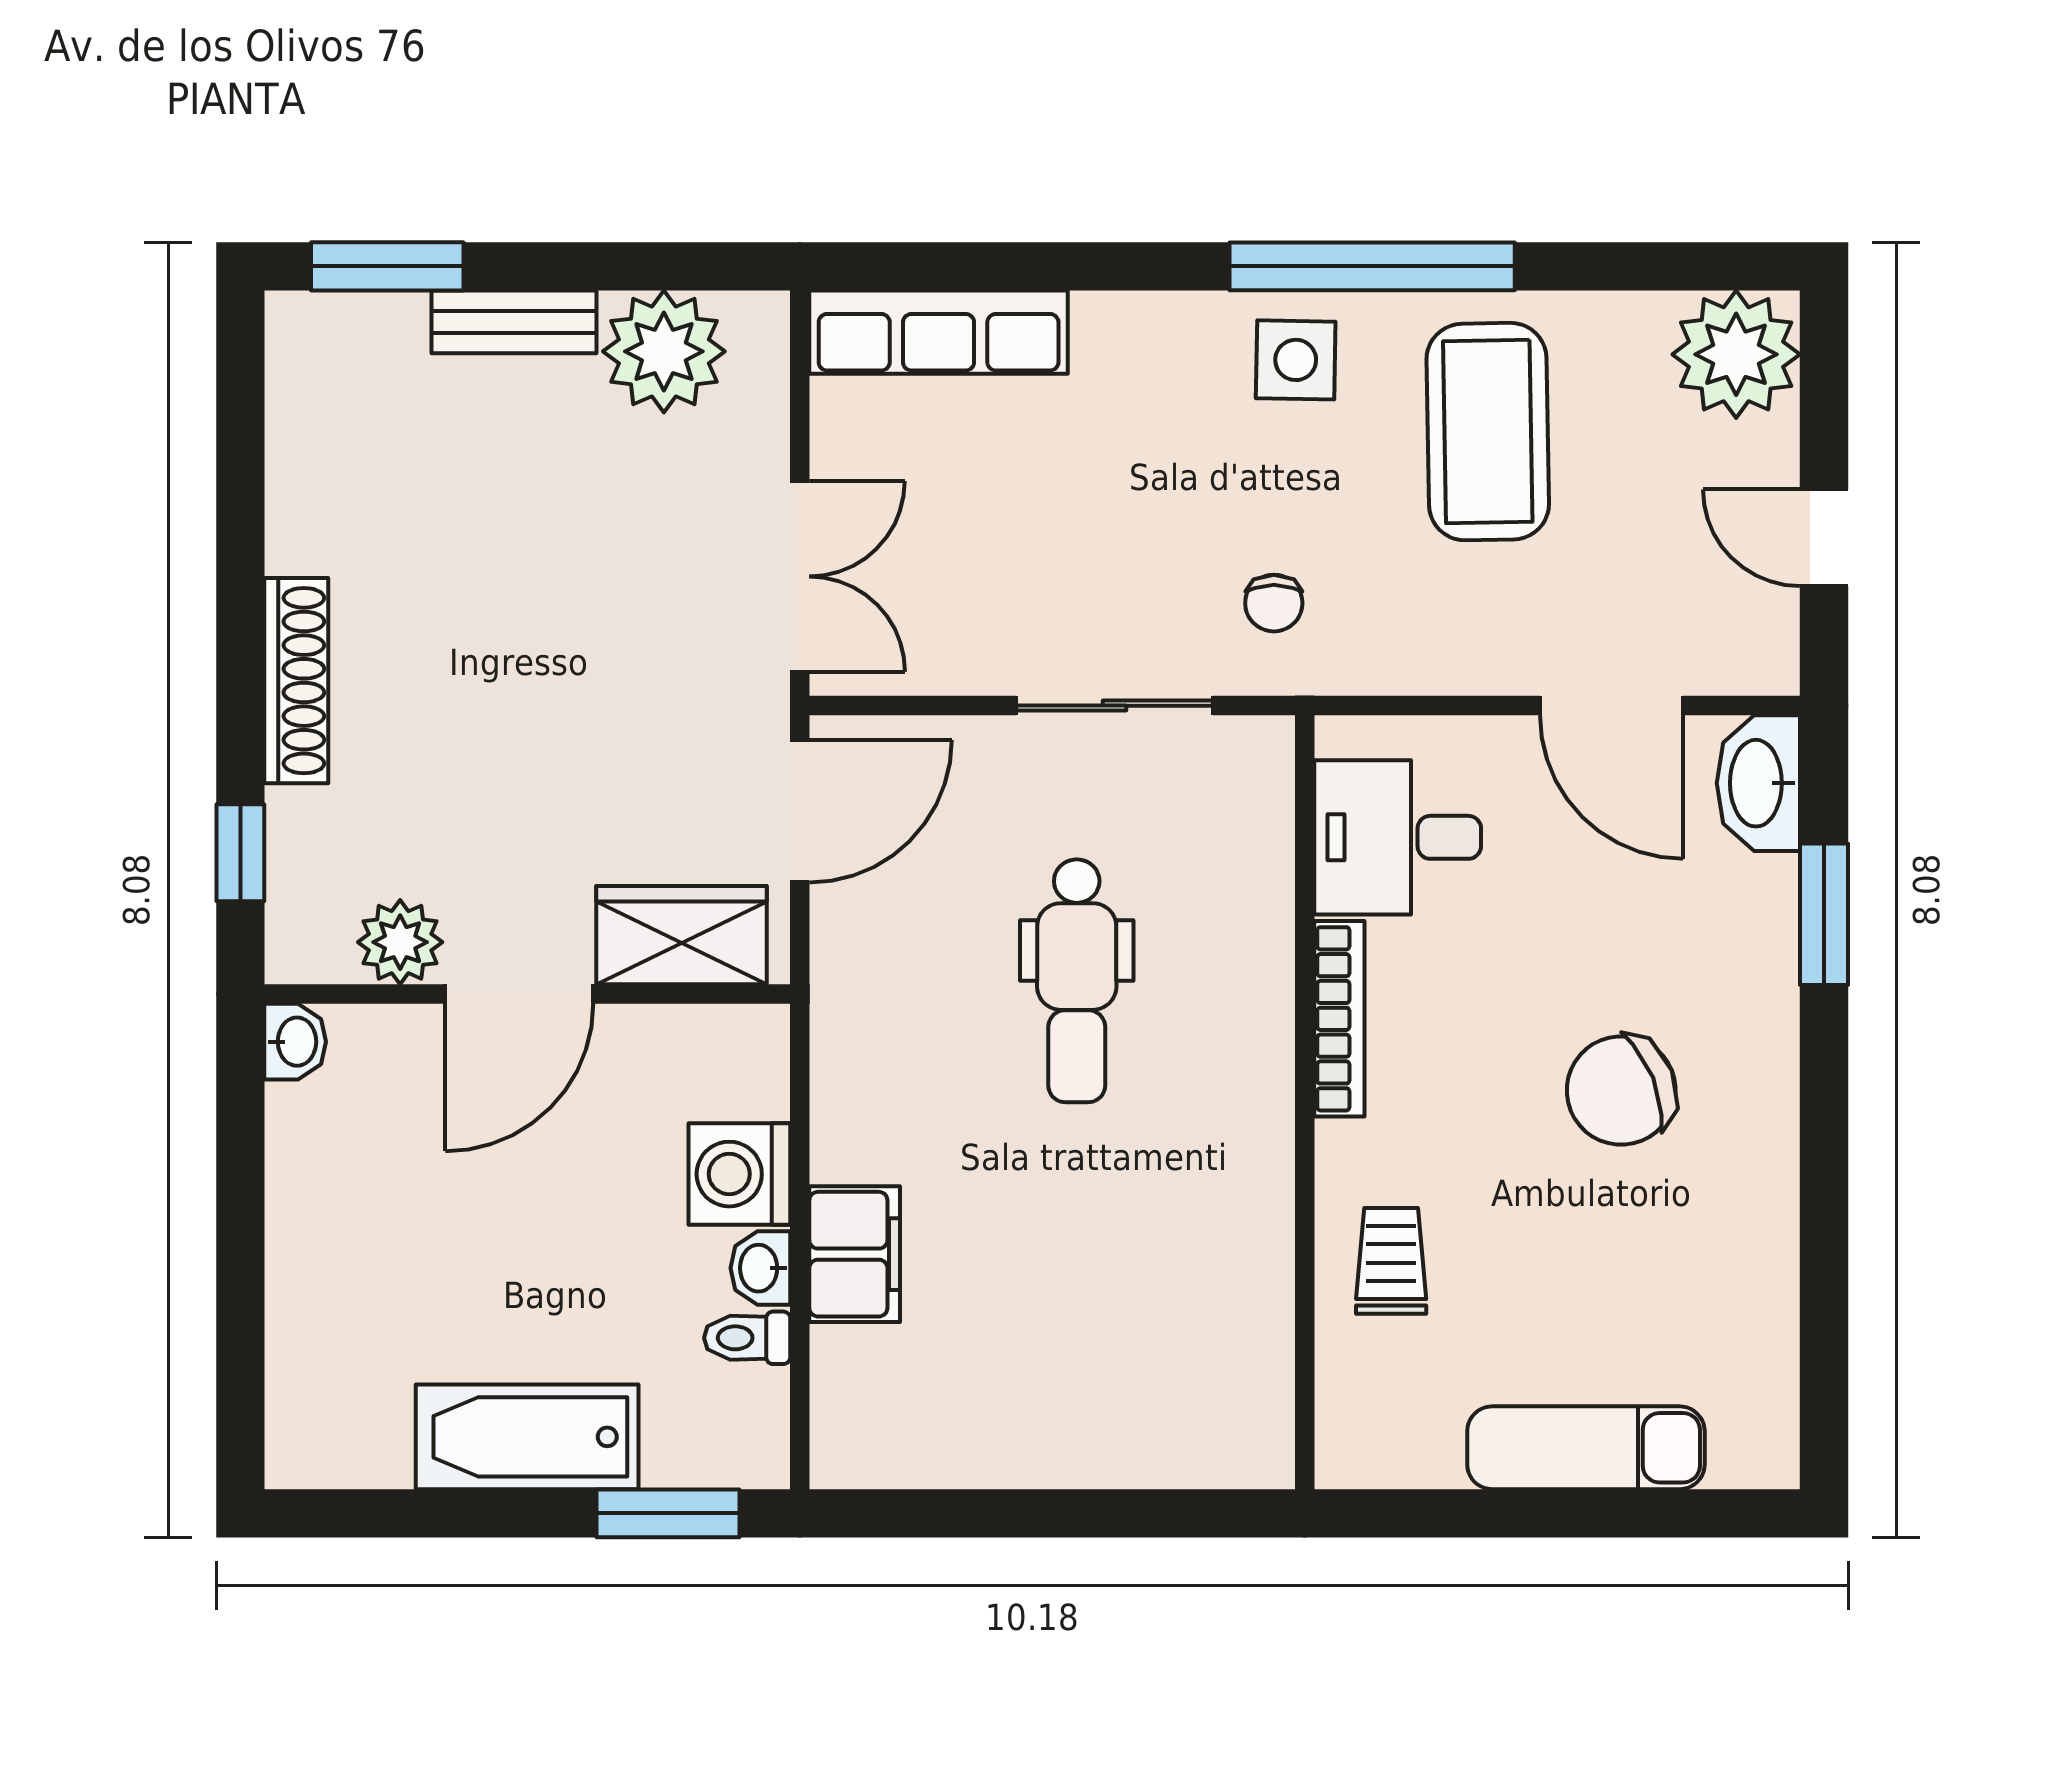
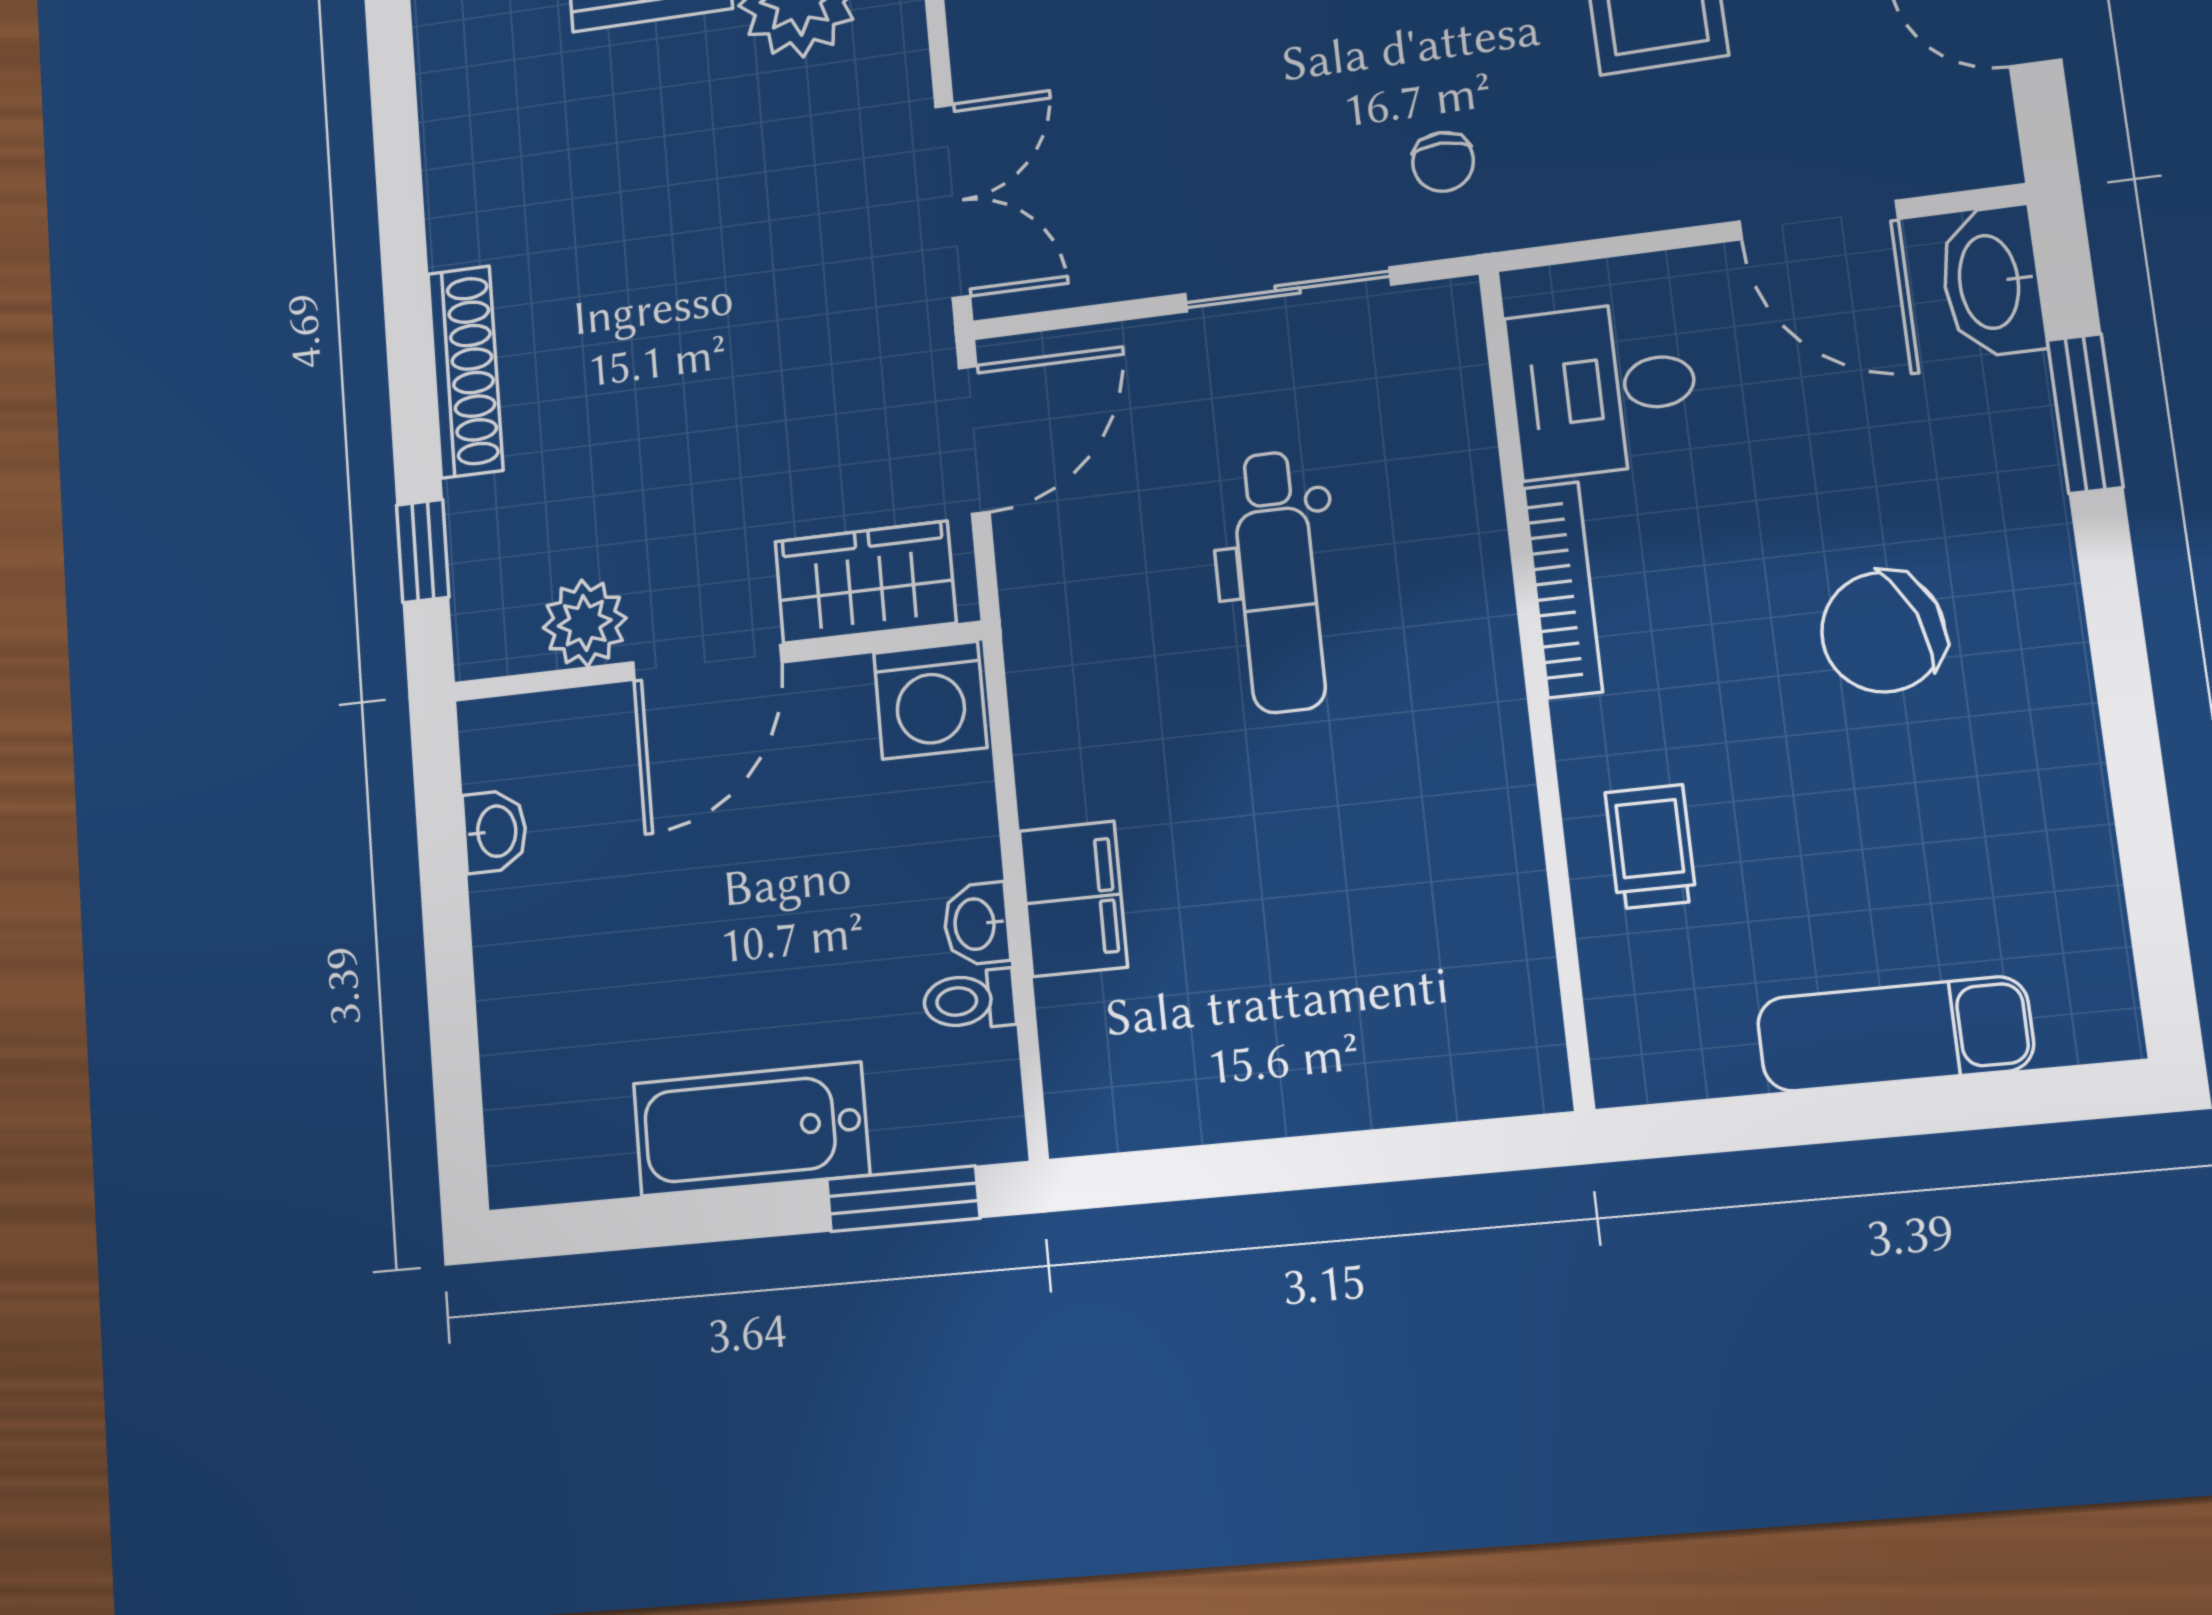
washbasin: (295, 1042) -> (495, 831), moved
washing machine: (739, 1174) -> (930, 700), moved, turned -90

